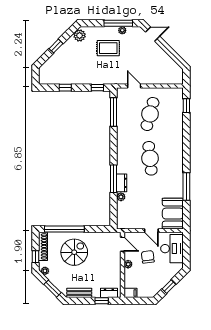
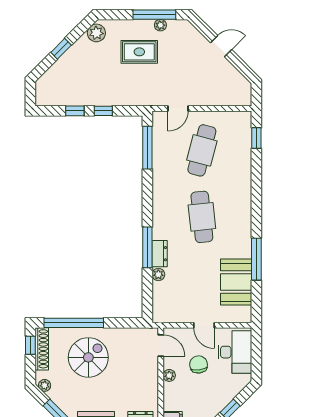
door: (153, 34) -> (221, 46), moved
door: (134, 86) -> (178, 109), swing flipped
window: (97, 88) -> (103, 111), moved
booth: (173, 214) -> (236, 282), moved
window: (35, 257) -> (30, 345), moved

